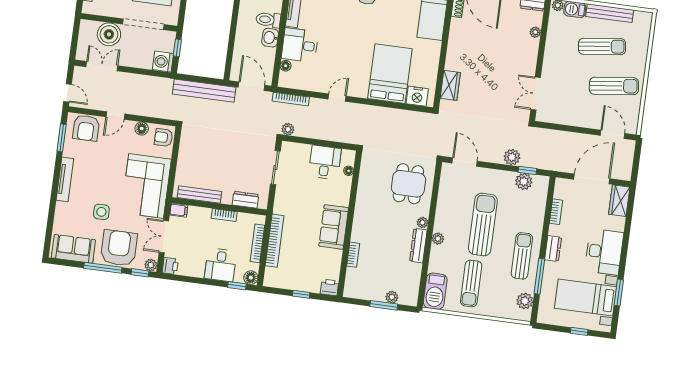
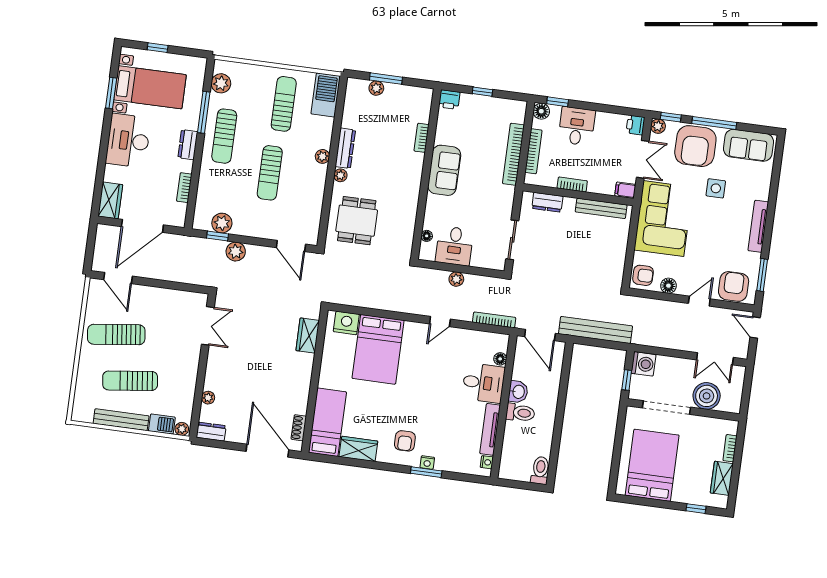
plant: (288, 129) -> (456, 279), moved
sun lounger: (483, 224) -> (270, 173), width x0.73, depth x0.75

